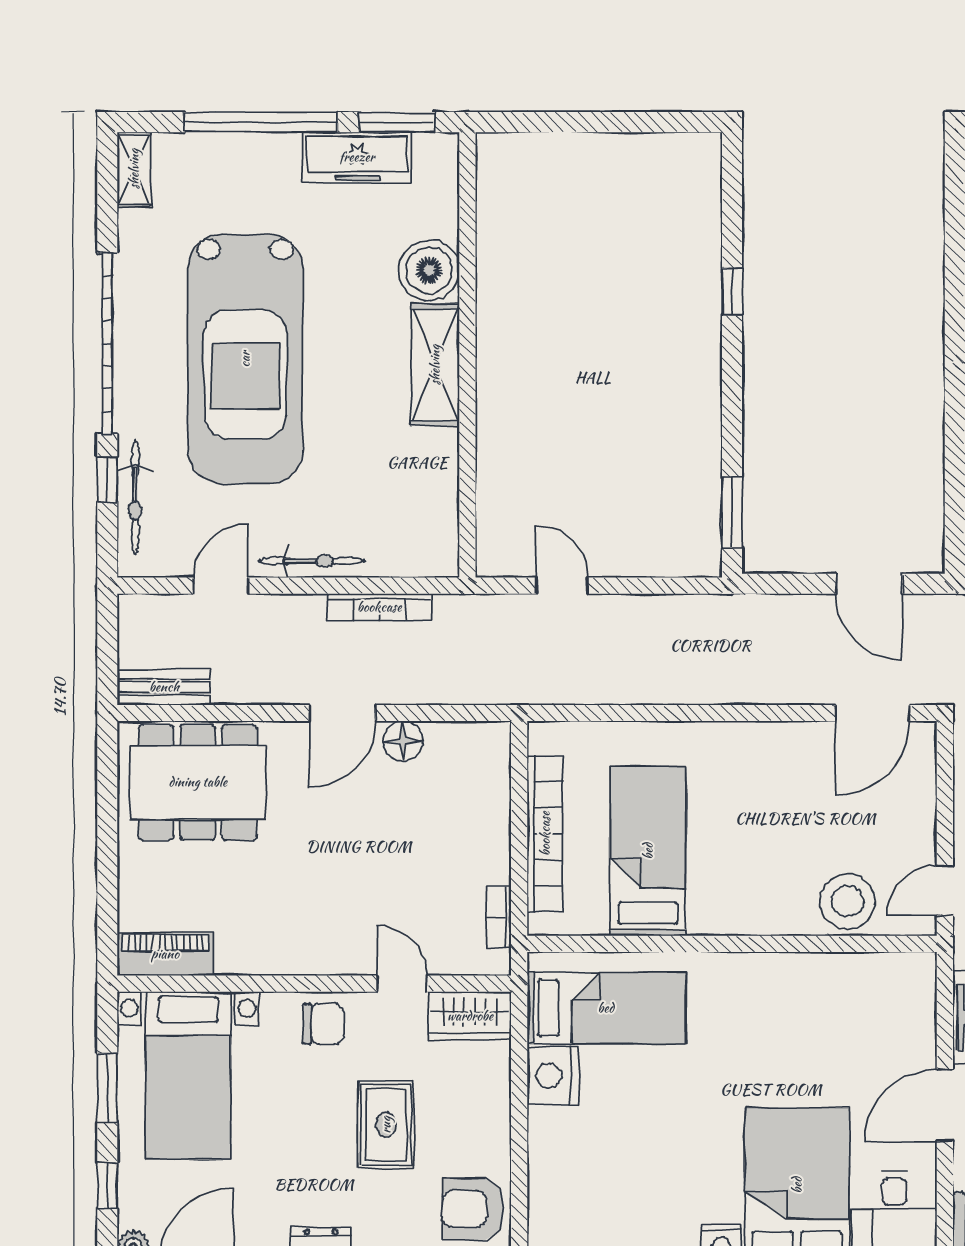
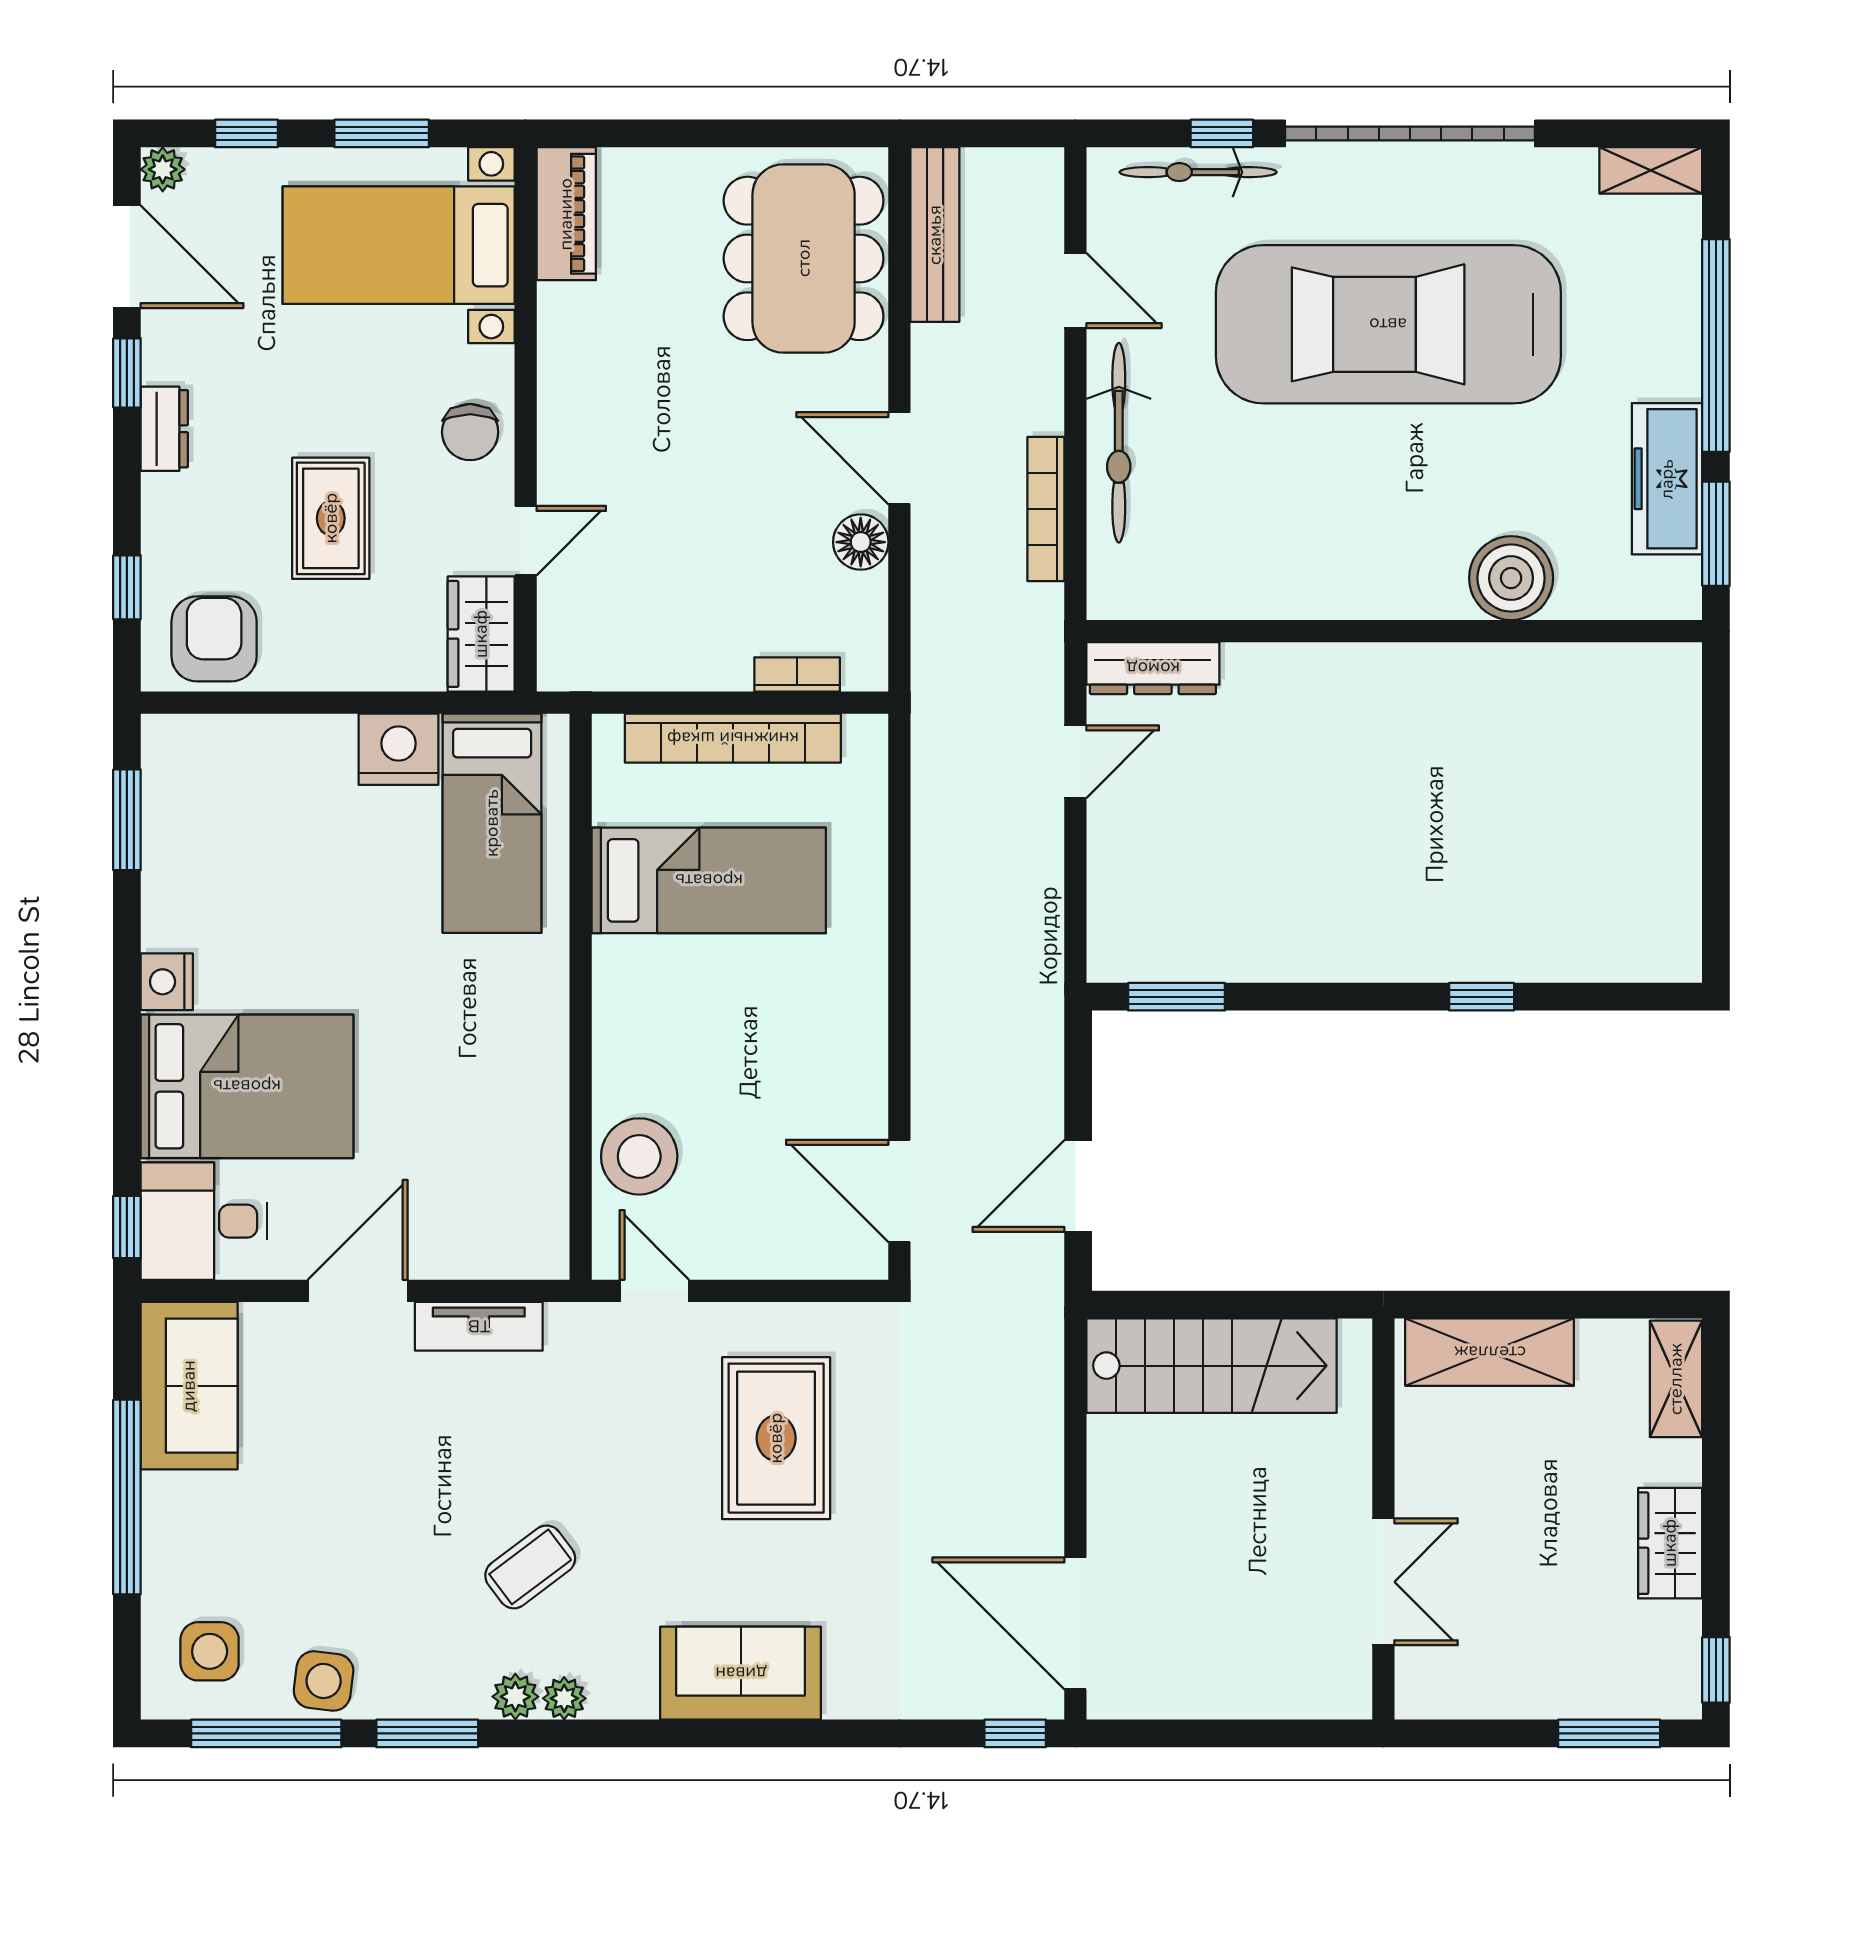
shelving: (435, 365) -> (1380, 586), removed
dresser: (494, 530) -> (1153, 668), added
bicycle: (312, 561) -> (1119, 443), width x1.37, depth x1.40
bench: (164, 687) -> (935, 235), width x1.36
bookcase: (499, 917) -> (797, 674), moved
door: (945, 1105) -> (358, 1291), hinge flipped
rug: (386, 1125) -> (331, 518), turned 90

